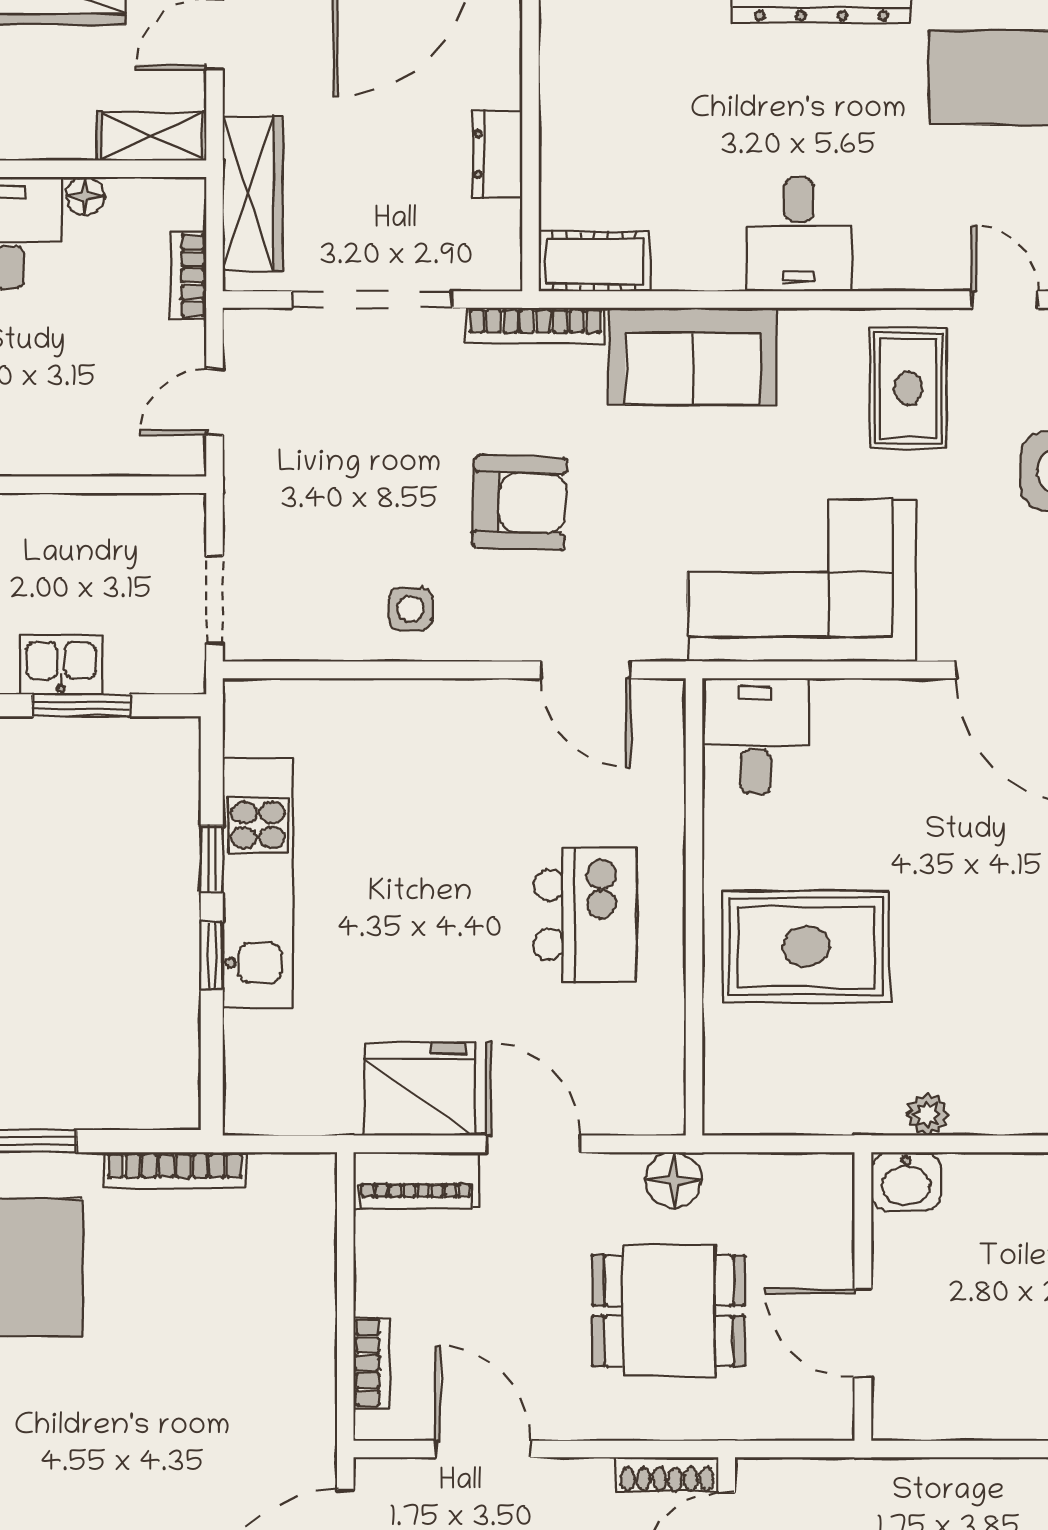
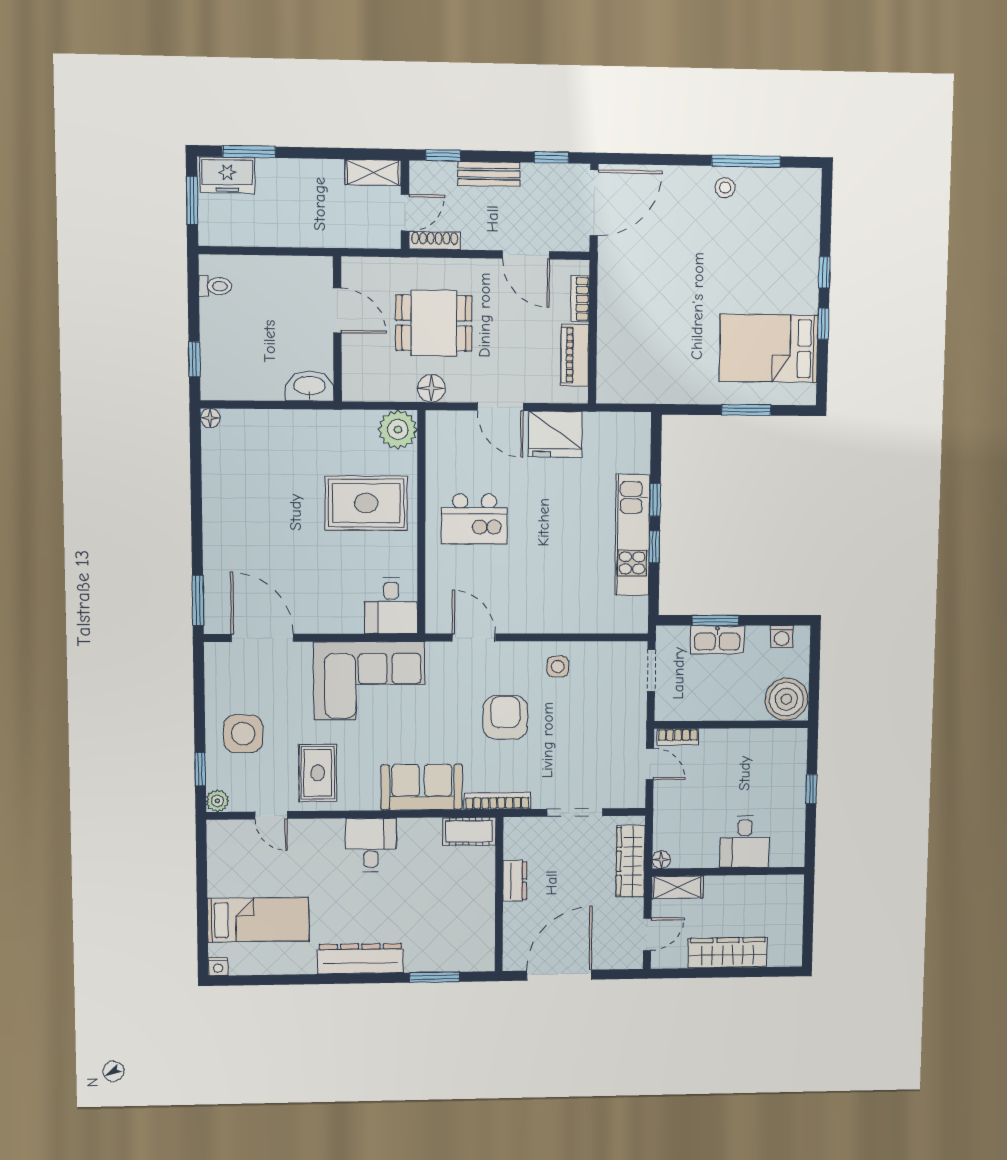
floor lamp: (85, 196) -> (661, 860), moved
bookcase: (189, 276) -> (678, 737), moved, turned 90
doorway: (372, 299) -> (575, 812), width x0.73
door: (215, 402) -> (650, 764), hinge flipped
armchair: (519, 502) -> (505, 717), turned 88
kitchen sink: (61, 665) -> (717, 640), width x1.38
kitchen island: (585, 915) -> (474, 519), turned -90
plant: (927, 1115) -> (398, 430), moved, width x1.88, depth x1.88
bookcase: (175, 1170) -> (674, 395), removed
piano: (416, 1180) -> (575, 355), moved, turned -90
washbasin: (906, 1182) -> (309, 386), width x1.38

